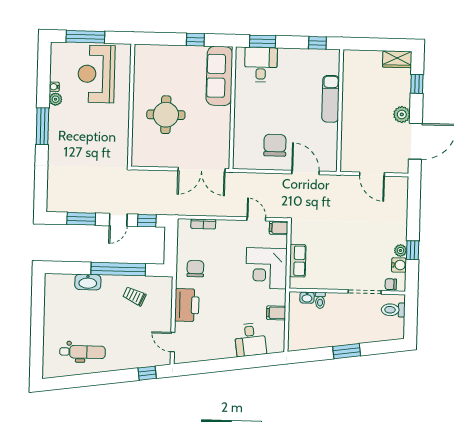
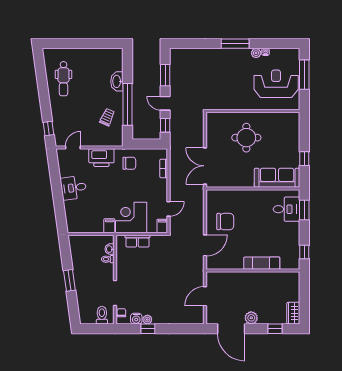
filing cabinet: (276, 313) -> (109, 226), moved
desk: (250, 340) -> (74, 188), moved

